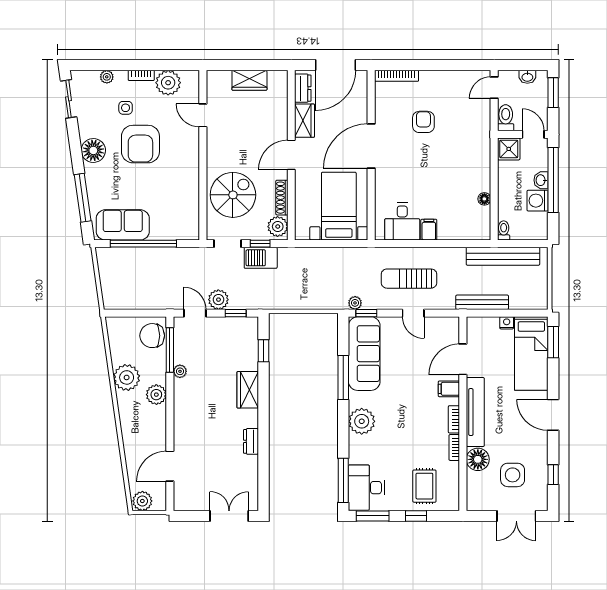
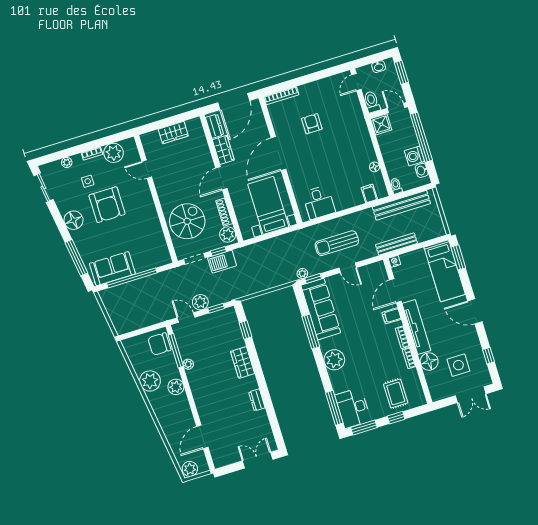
washbasin: (541, 180) -> (422, 170), moved
filing cabinet: (429, 230) -> (369, 193), moved
nightstand: (507, 323) -> (394, 261), moved

